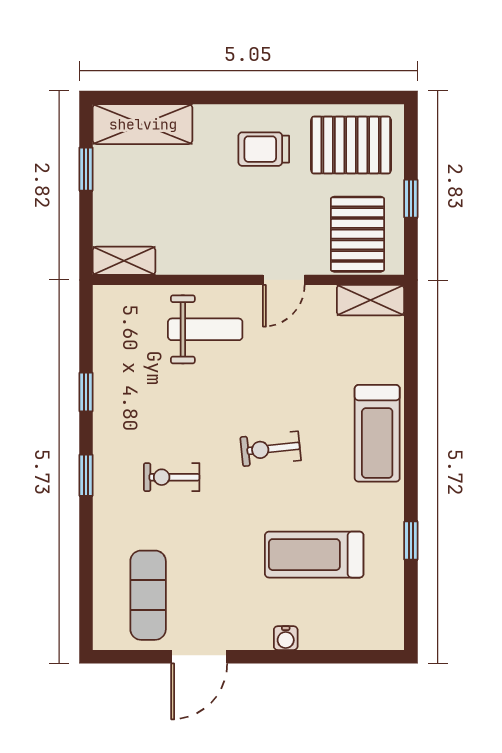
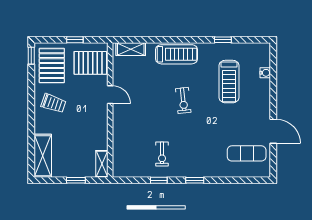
window: (374, 97) -> (31, 56), added
trolley: (264, 149) -> (54, 103), turned -71
window: (86, 169) -> (76, 180), moved
shelving: (370, 300) -> (131, 49), moved, turned 90
weight bench: (205, 329) -> (132, 129), removed
exercise bike: (172, 477) -> (162, 154), moved
water cooler: (286, 638) -> (265, 73), moved

